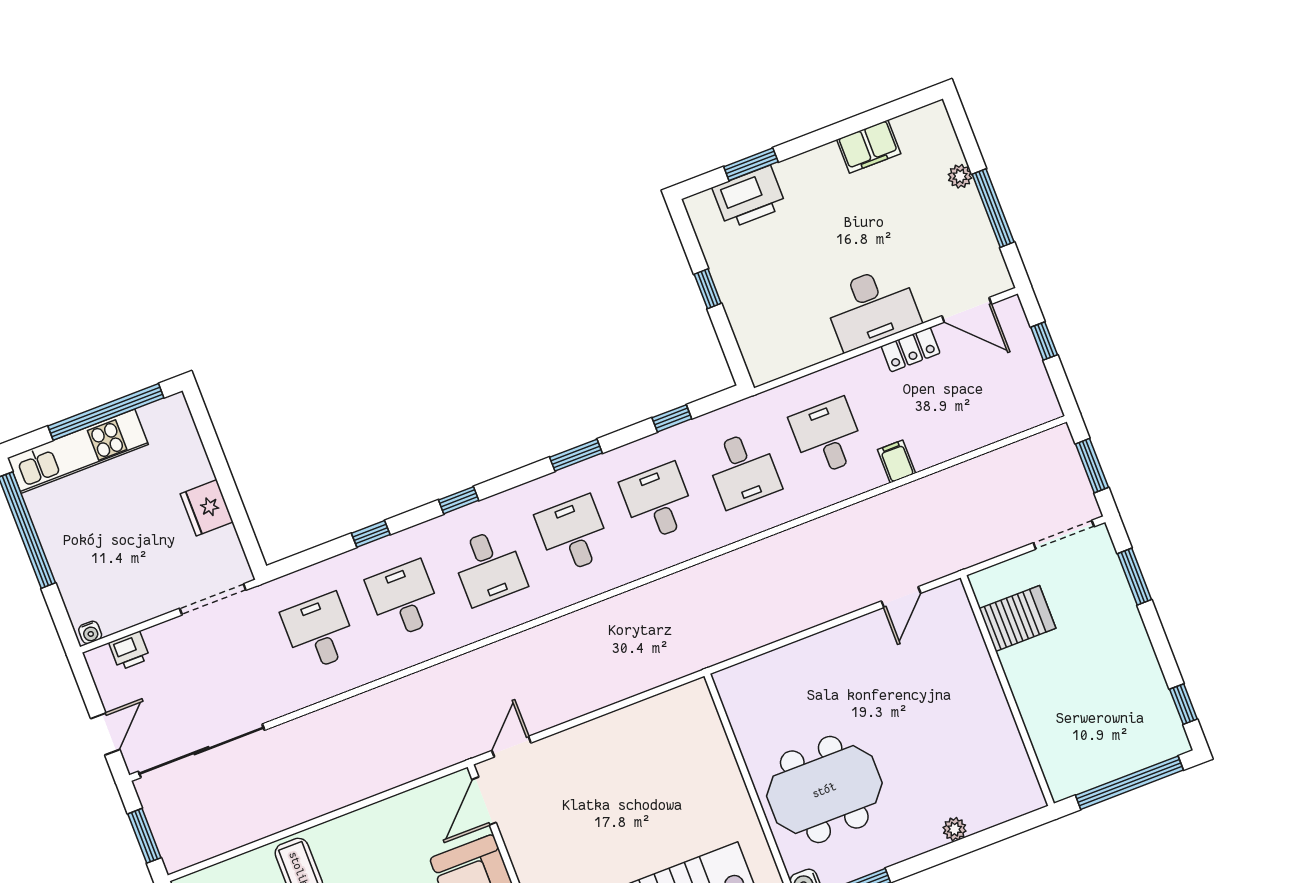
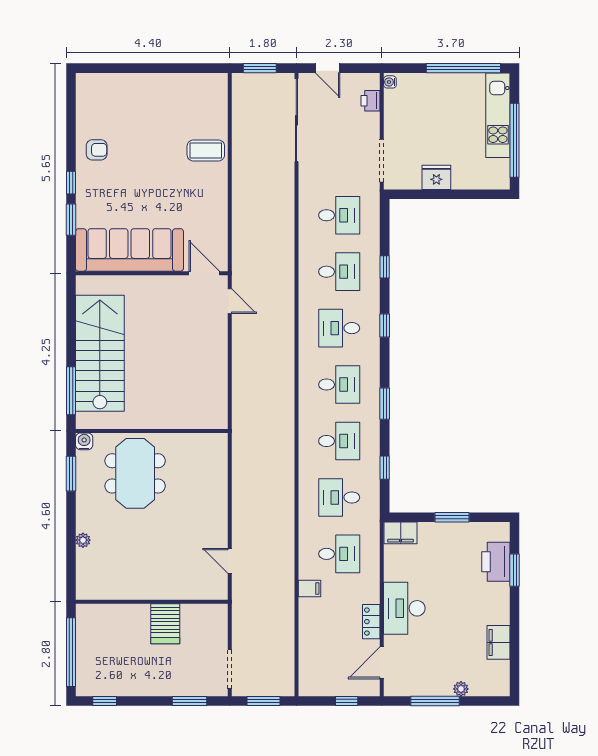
window: (708, 289) -> (452, 517), width x1.50
filing cabinet: (761, 357) -> (401, 533), added
server rack: (1017, 618) -> (165, 624), moved

